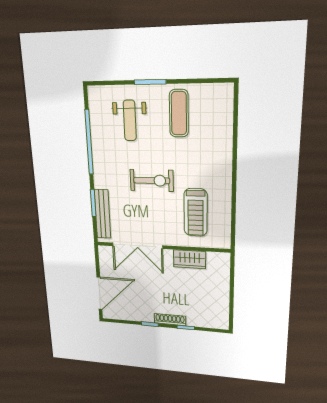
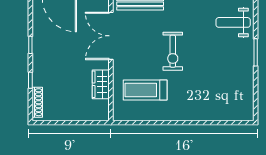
exercise mat: (179, 113) -> (230, 76), removed
weight bench: (130, 120) -> (233, 22), moved
shoe rack: (170, 320) -> (37, 102), moved

